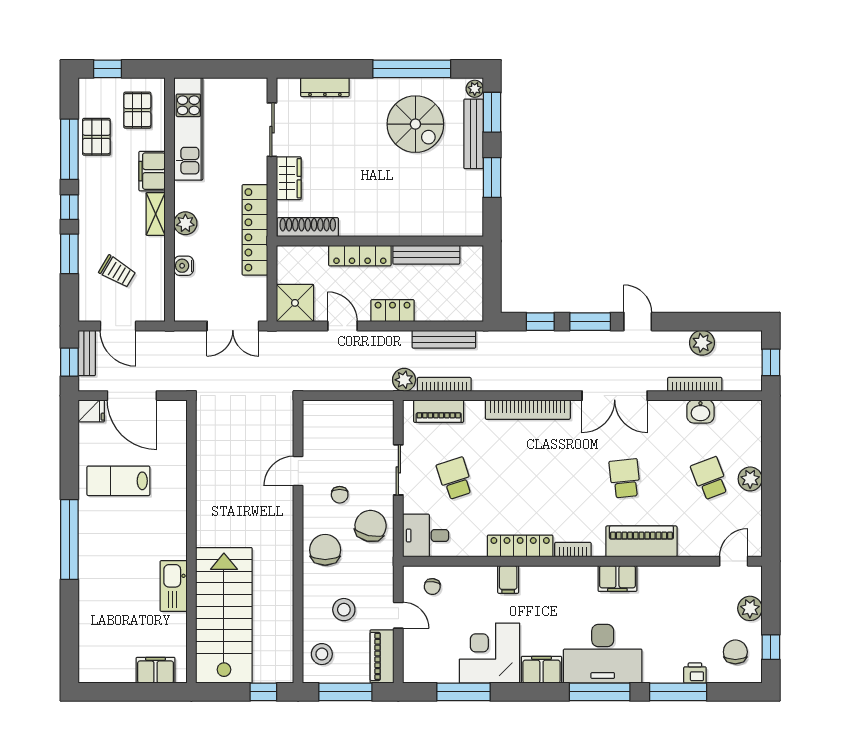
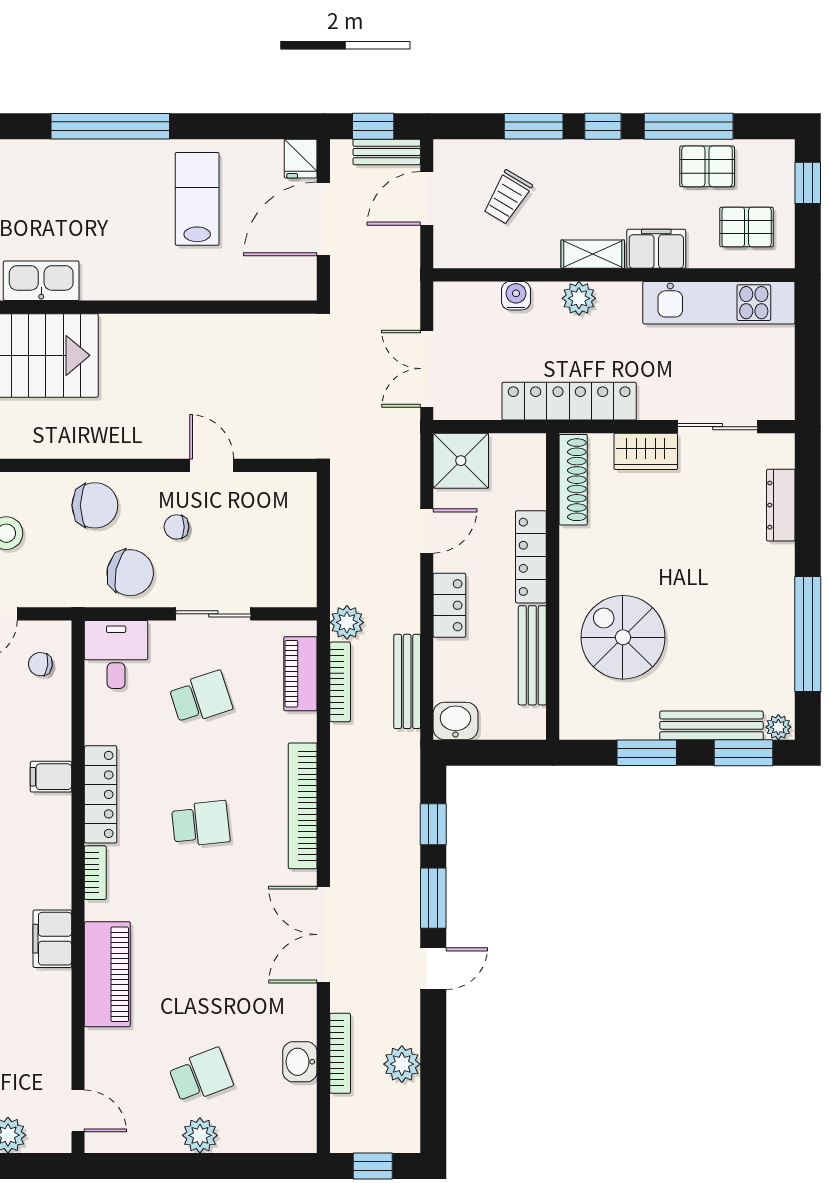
spiral stairs: (415, 124) -> (623, 637), moved, turned 90
washbasin: (471, 307) -> (455, 721), added
school desk: (625, 478) -> (201, 824), moved

